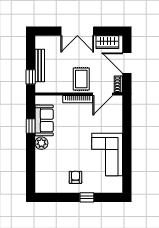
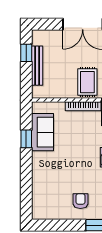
window: (31, 77) -> (26, 53), moved
plant: (41, 143) -> (39, 160), removed

